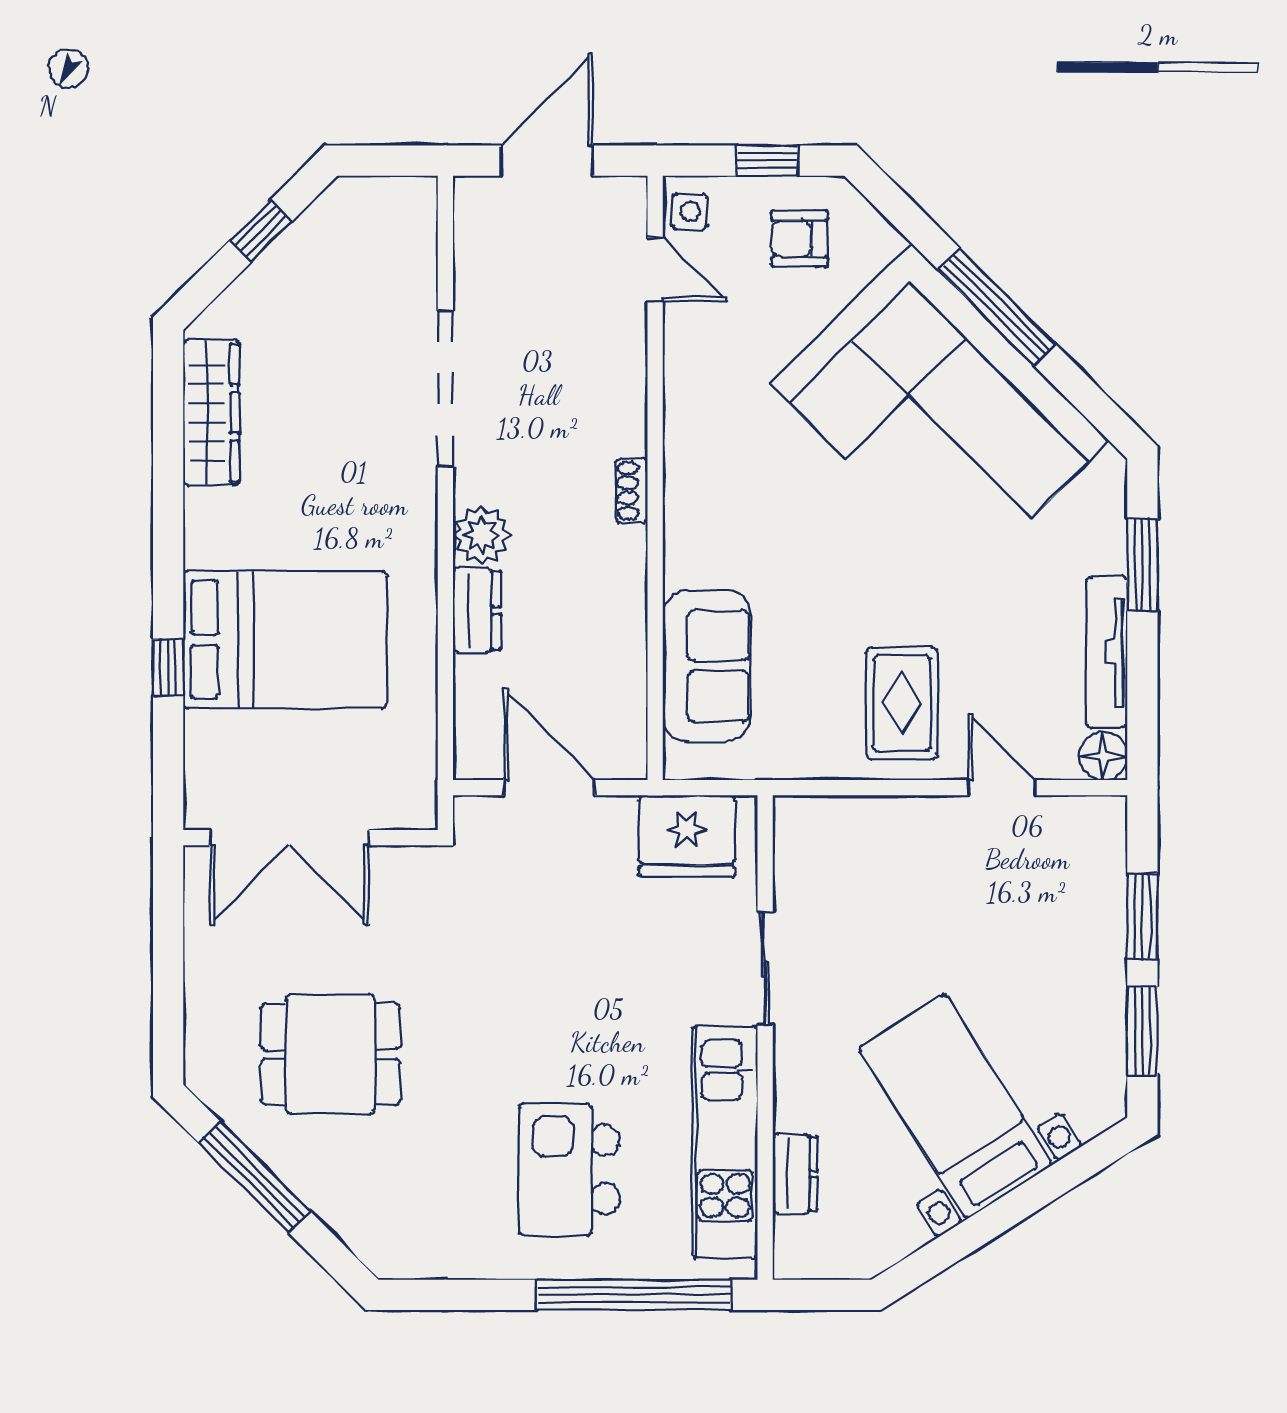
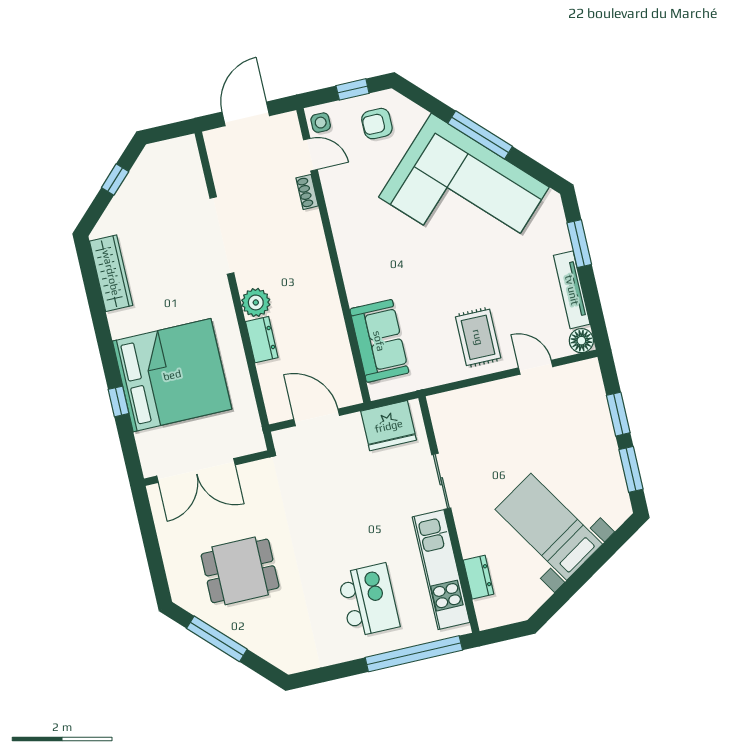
shoe rack: (632, 490) -> (307, 192), moved
bed: (285, 640) -> (172, 375), width x1.36
kitchen island: (569, 1169) -> (369, 600), turned 180

